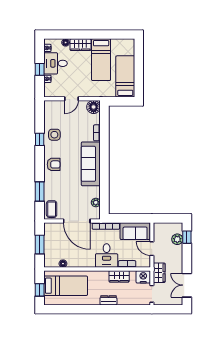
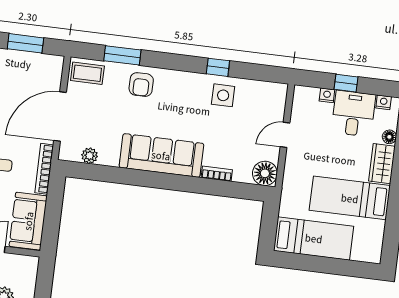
door: (71, 99) -> (285, 135), hinge flipped
armchair: (54, 164) -> (141, 85), moved

